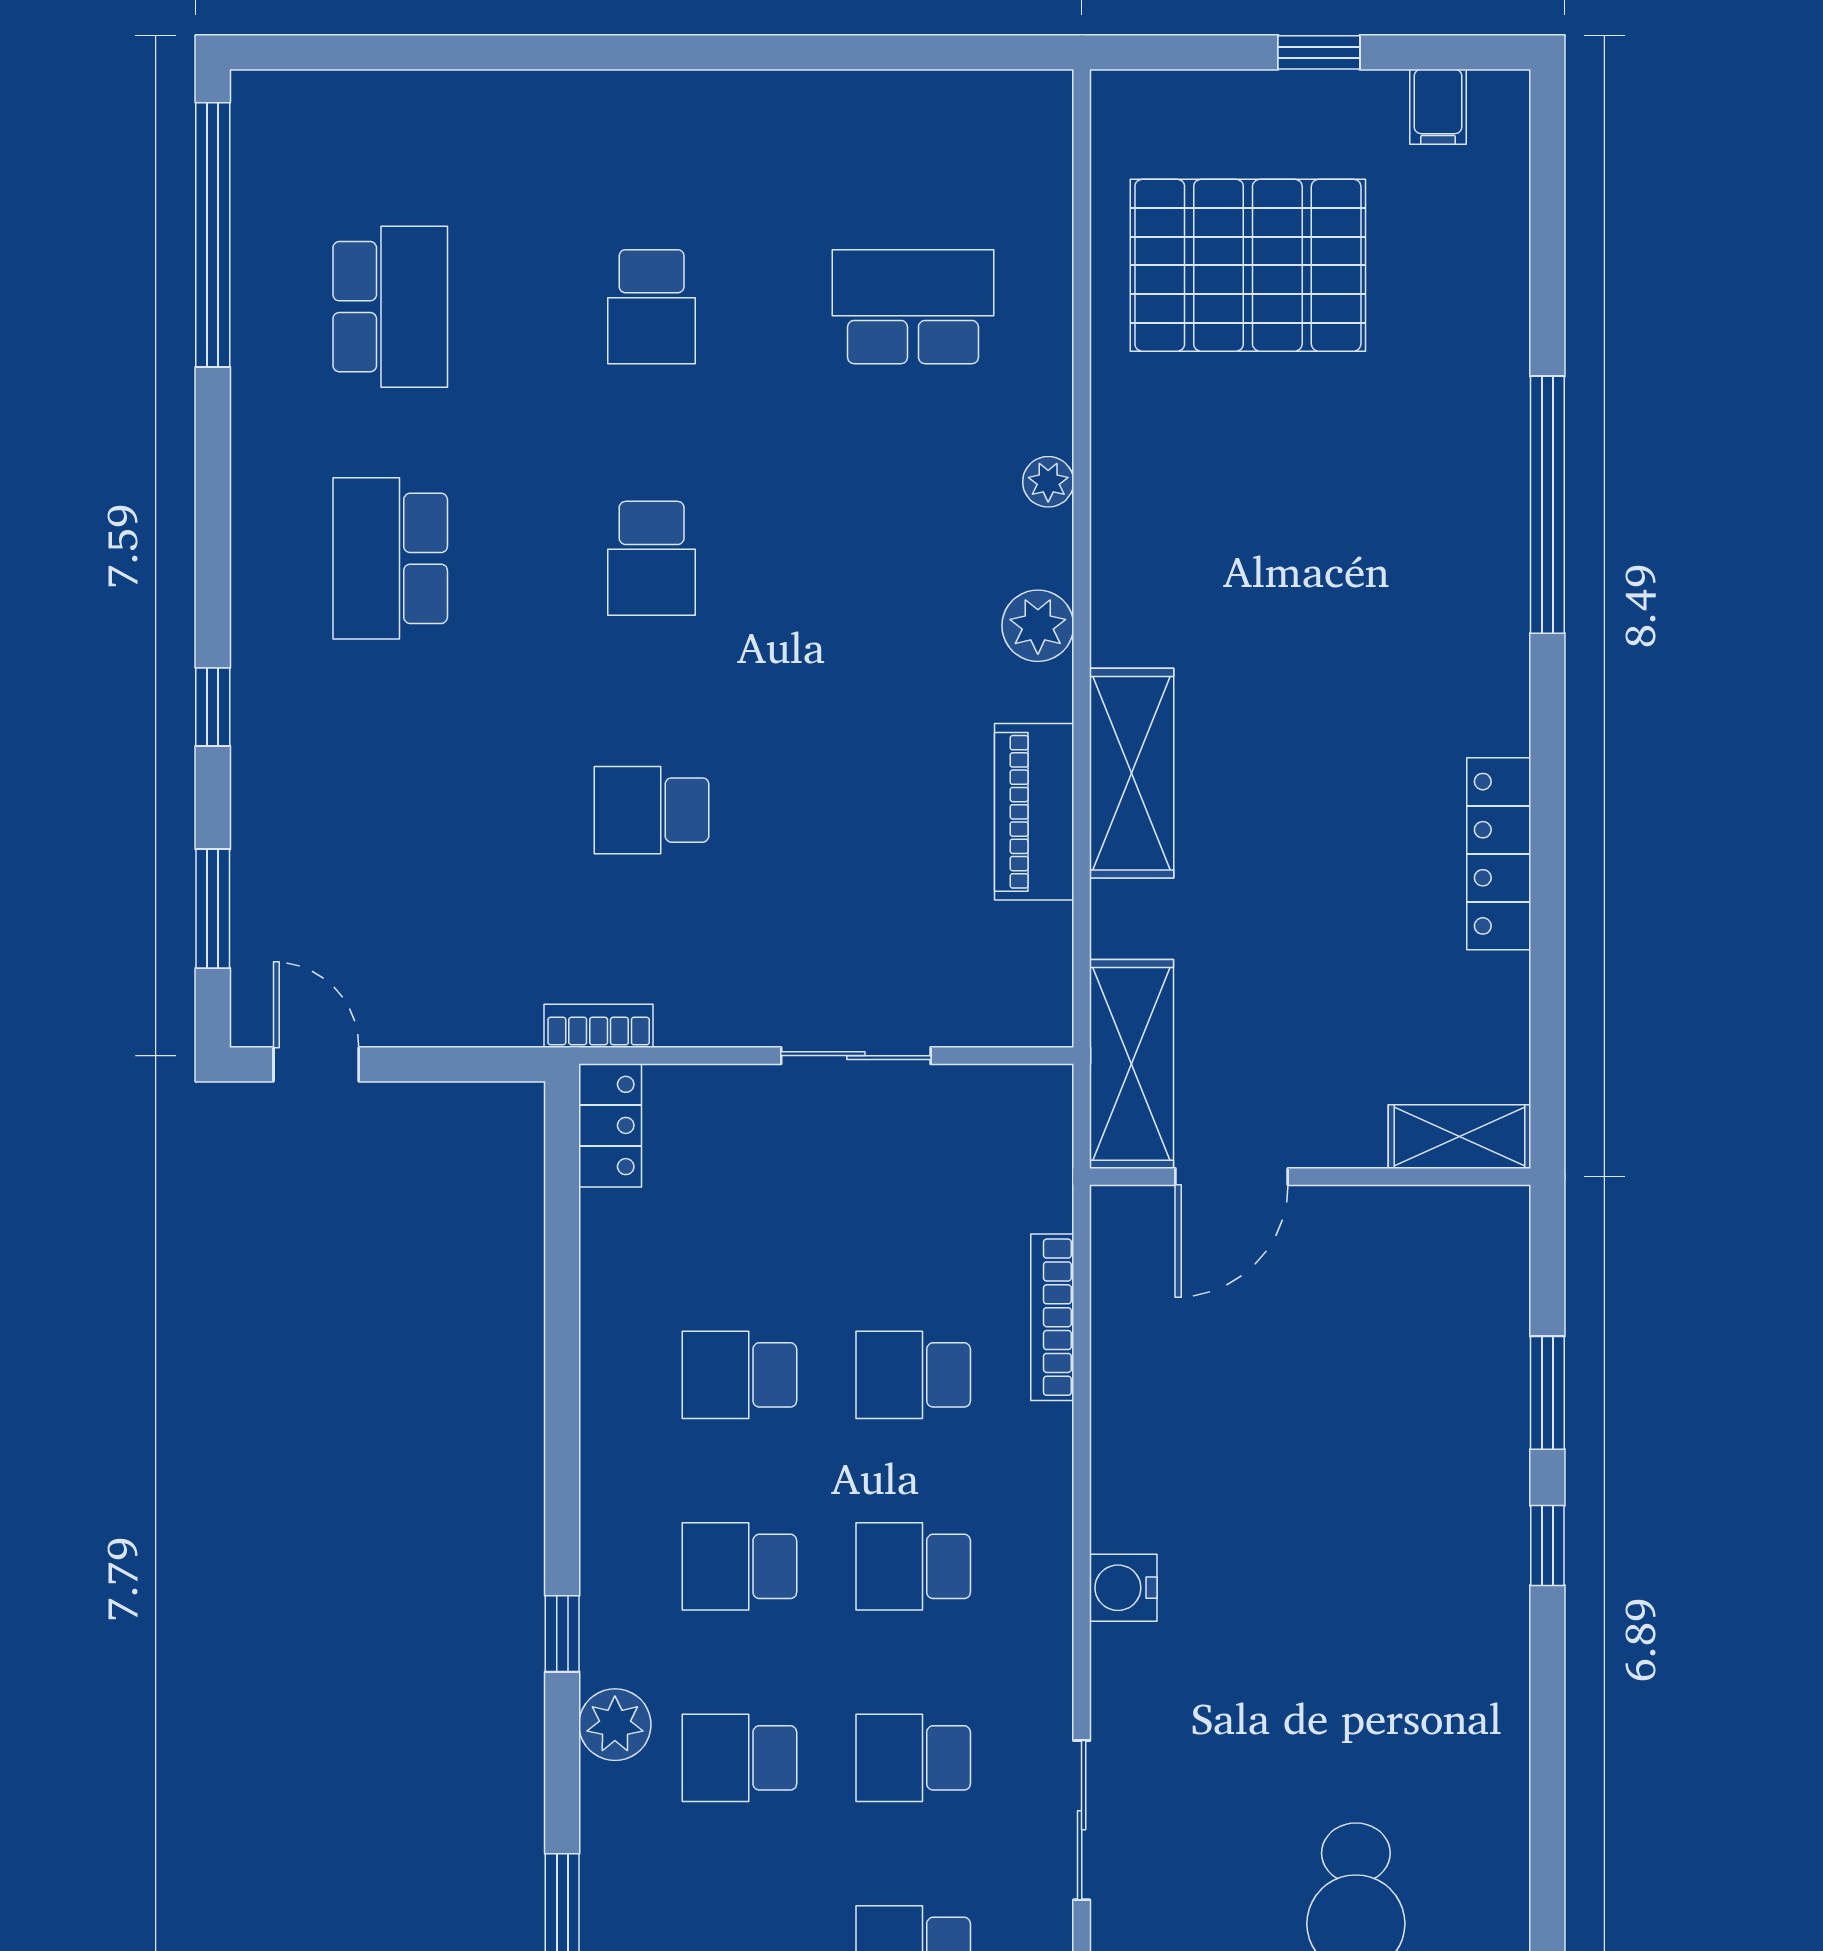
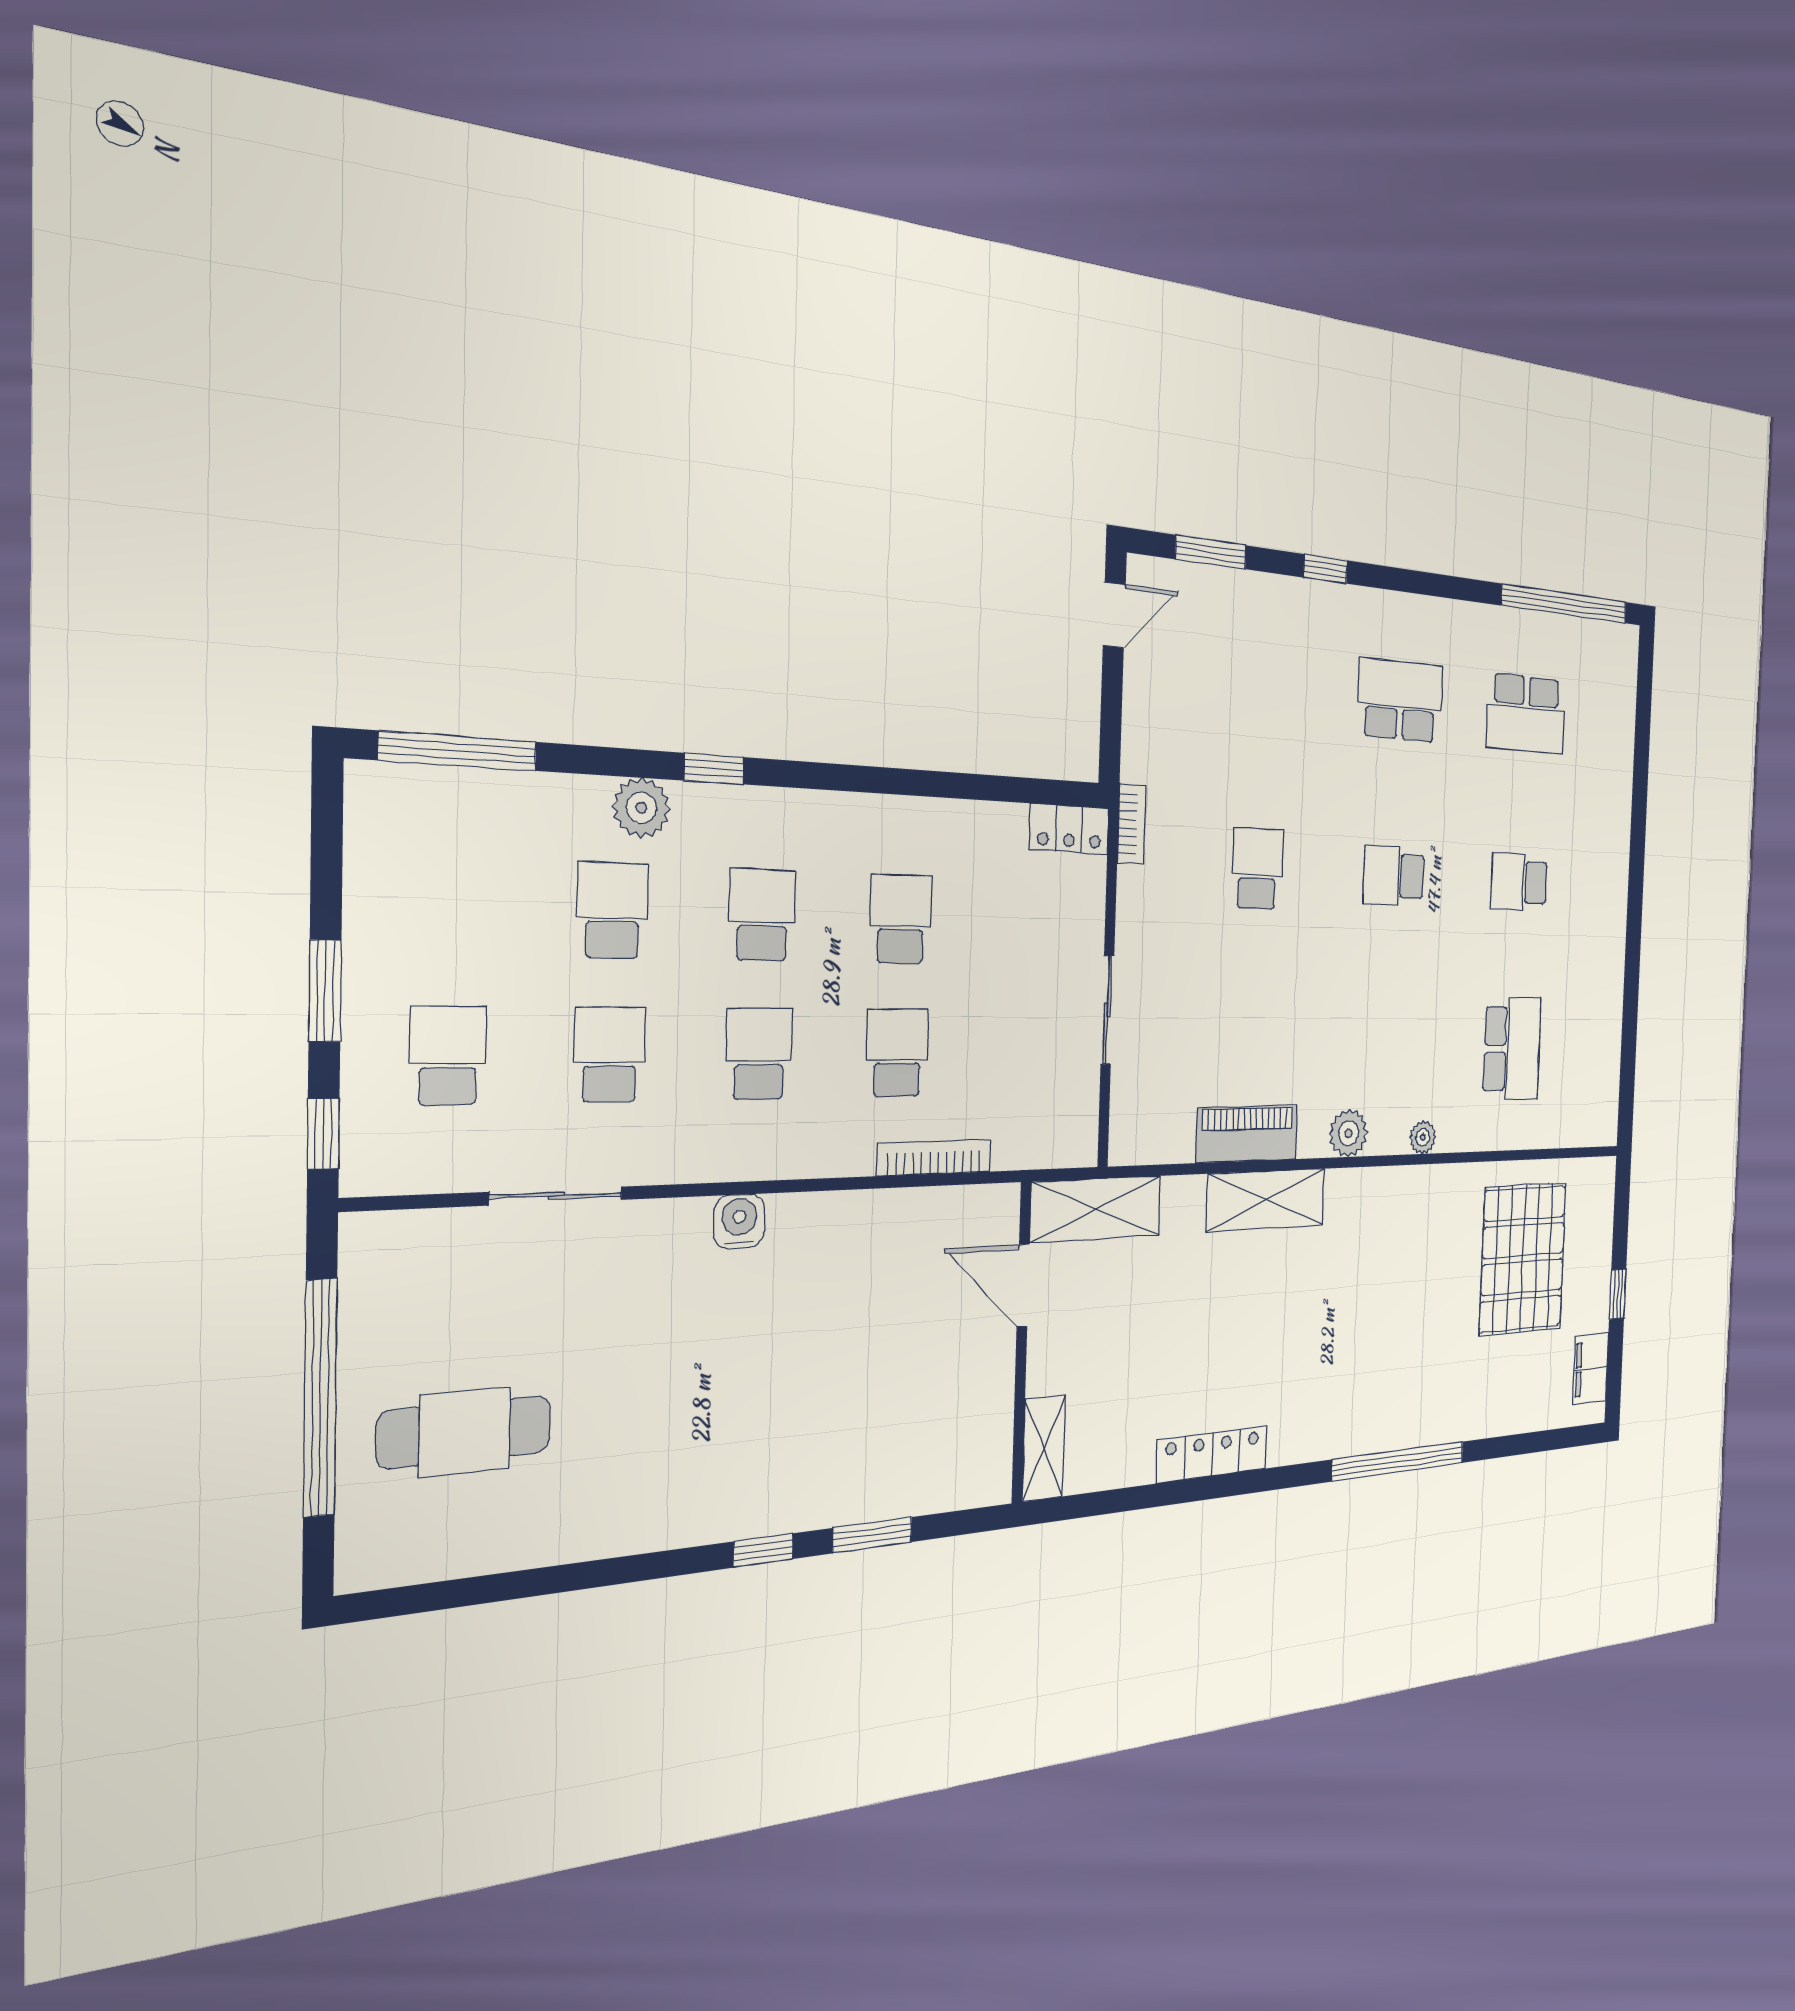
filing cabinet: (1438, 107) -> (1590, 1369), width x2.00

